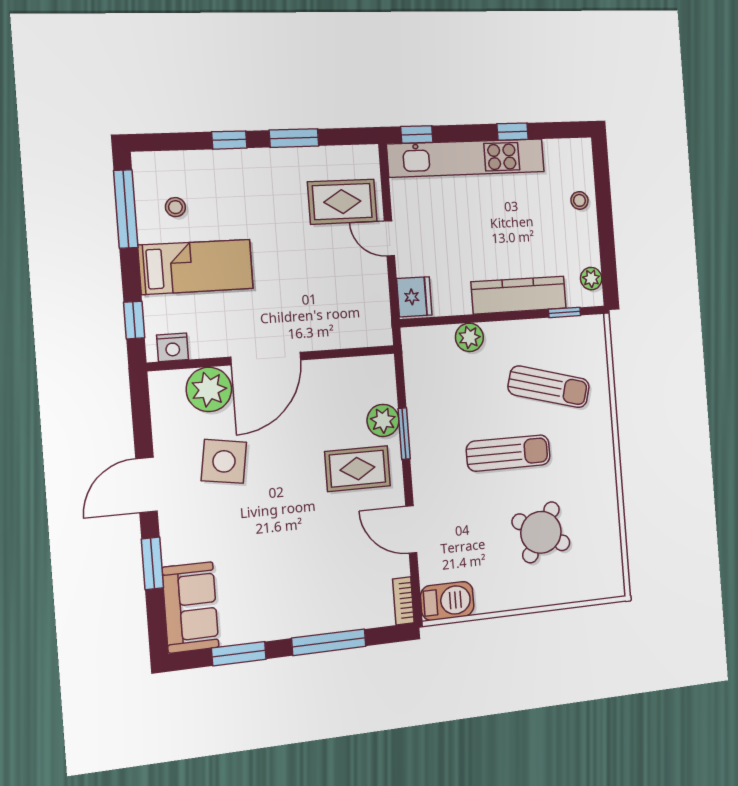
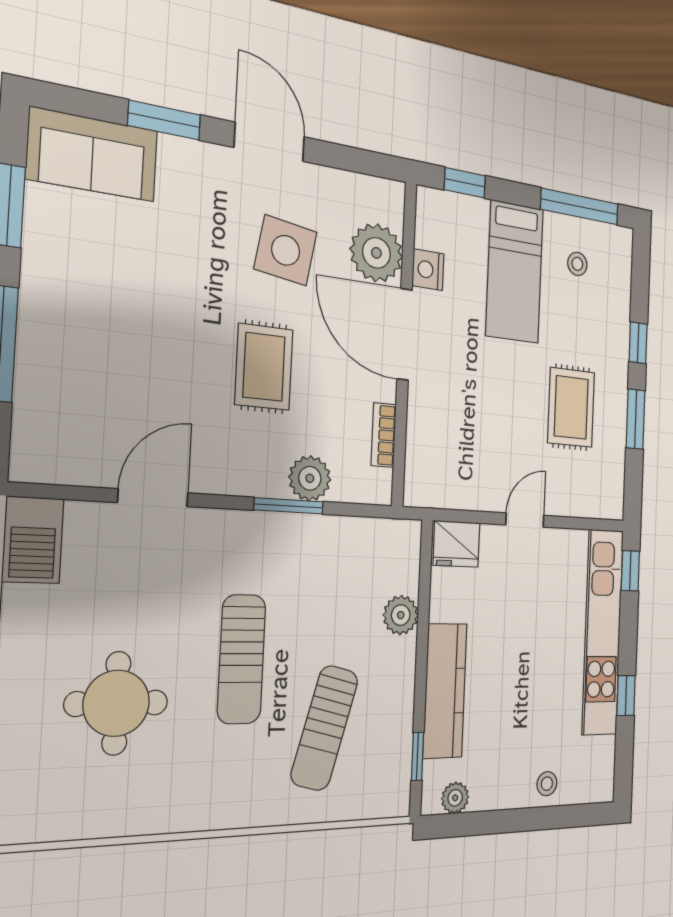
rug: (342, 202) -> (571, 407), moved
nightstand: (173, 347) -> (428, 270), moved
rug: (357, 469) -> (264, 367), moved
round table: (541, 532) -> (116, 703), turned -31
bookcase: (403, 601) -> (384, 435), moved, turned -90

